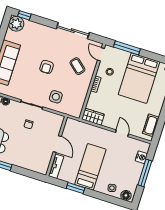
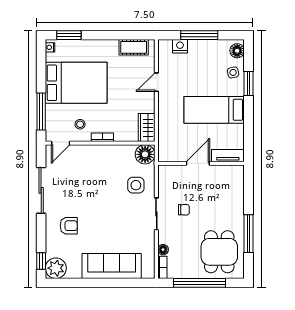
coffee table: (77, 66) -> (86, 169), removed
armchair: (47, 67) -> (69, 226), moved
floor lamp: (75, 110) -> (145, 154), added
window: (76, 188) -> (249, 84), moved

